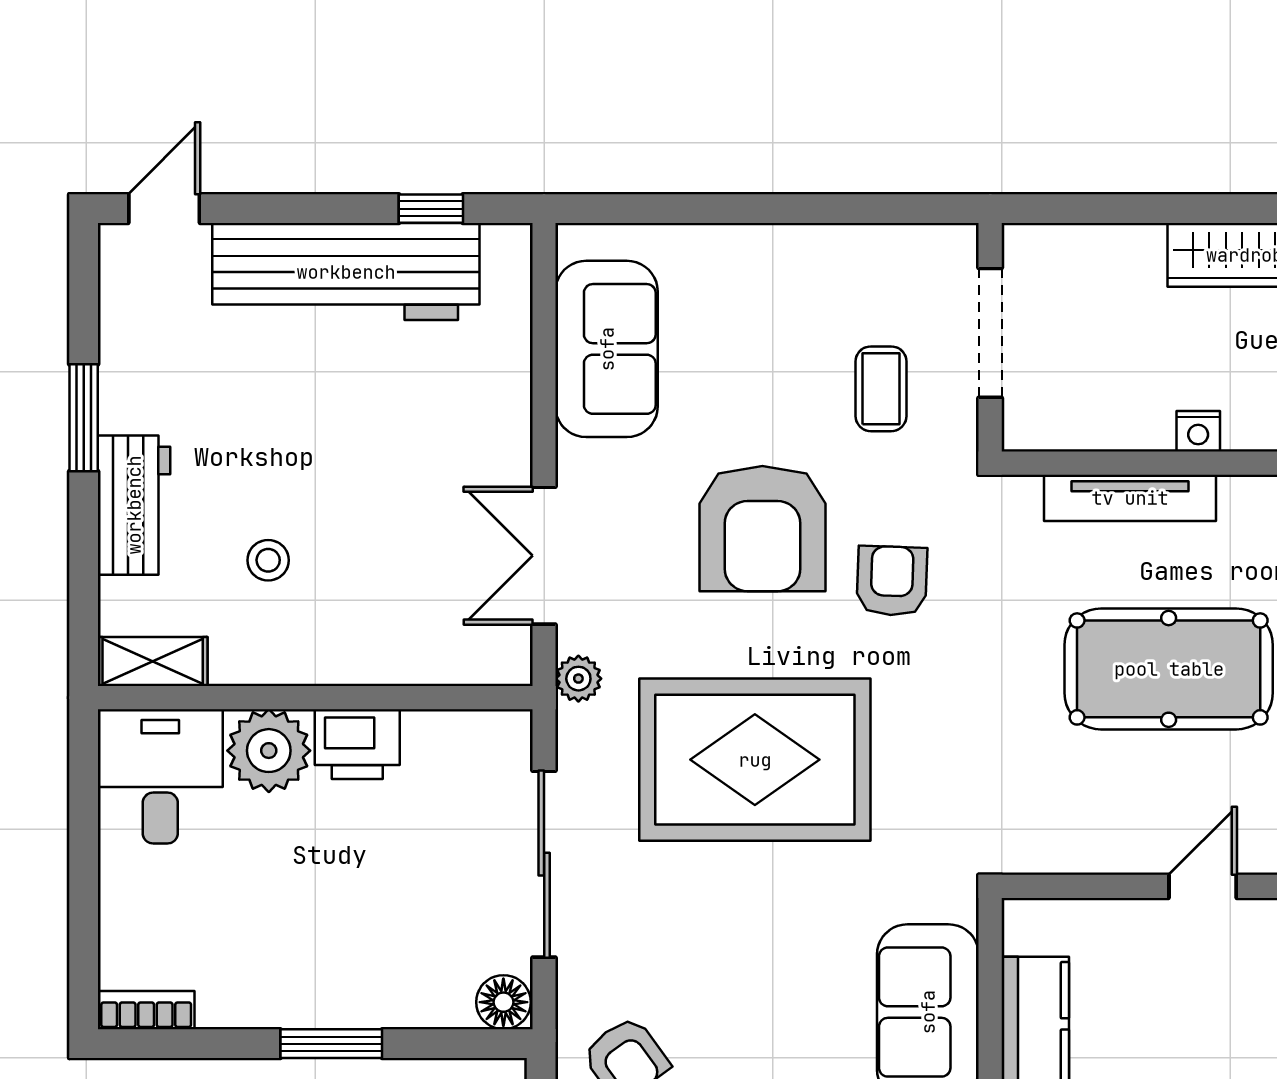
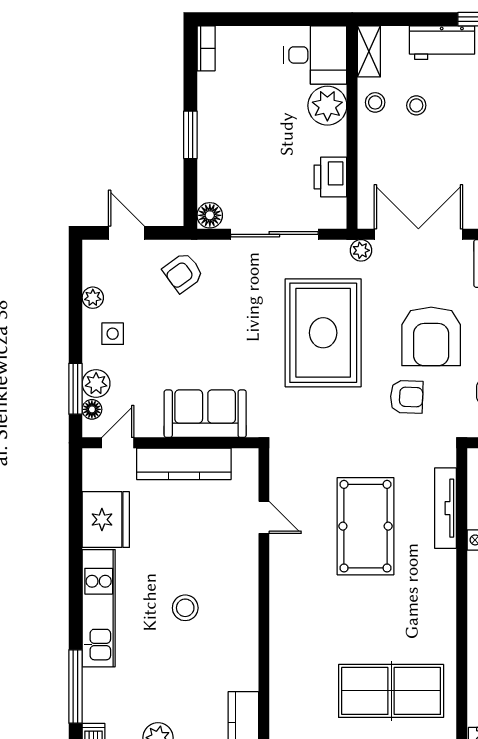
armchair: (762, 529) -> (431, 336), turned -90
double door: (544, 556) -> (418, 234), width x1.37
stool: (262, 648) -> (375, 102), added
printer: (357, 744) -> (330, 177), moved
door: (1203, 886) -> (264, 517), moved

